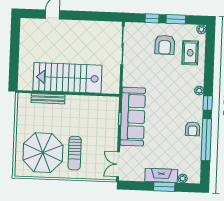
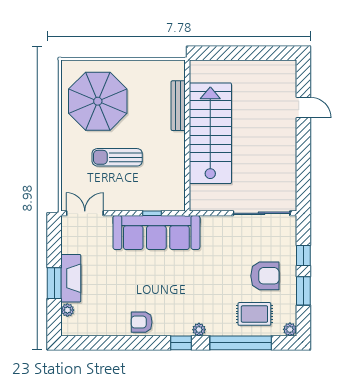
armchair: (165, 45) -> (265, 276), turned 180
window: (206, 140) -> (241, 343), moved
sun lounger: (75, 153) -> (117, 157), moved

